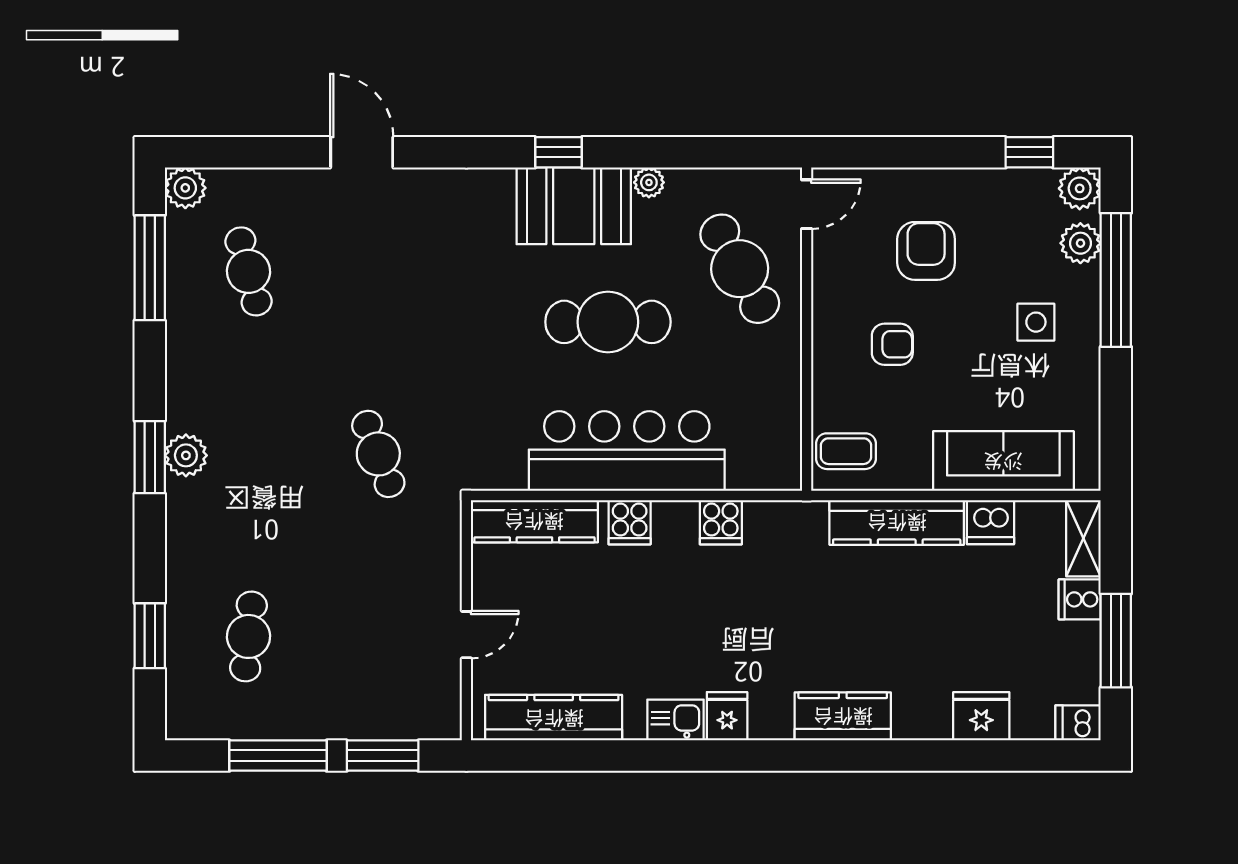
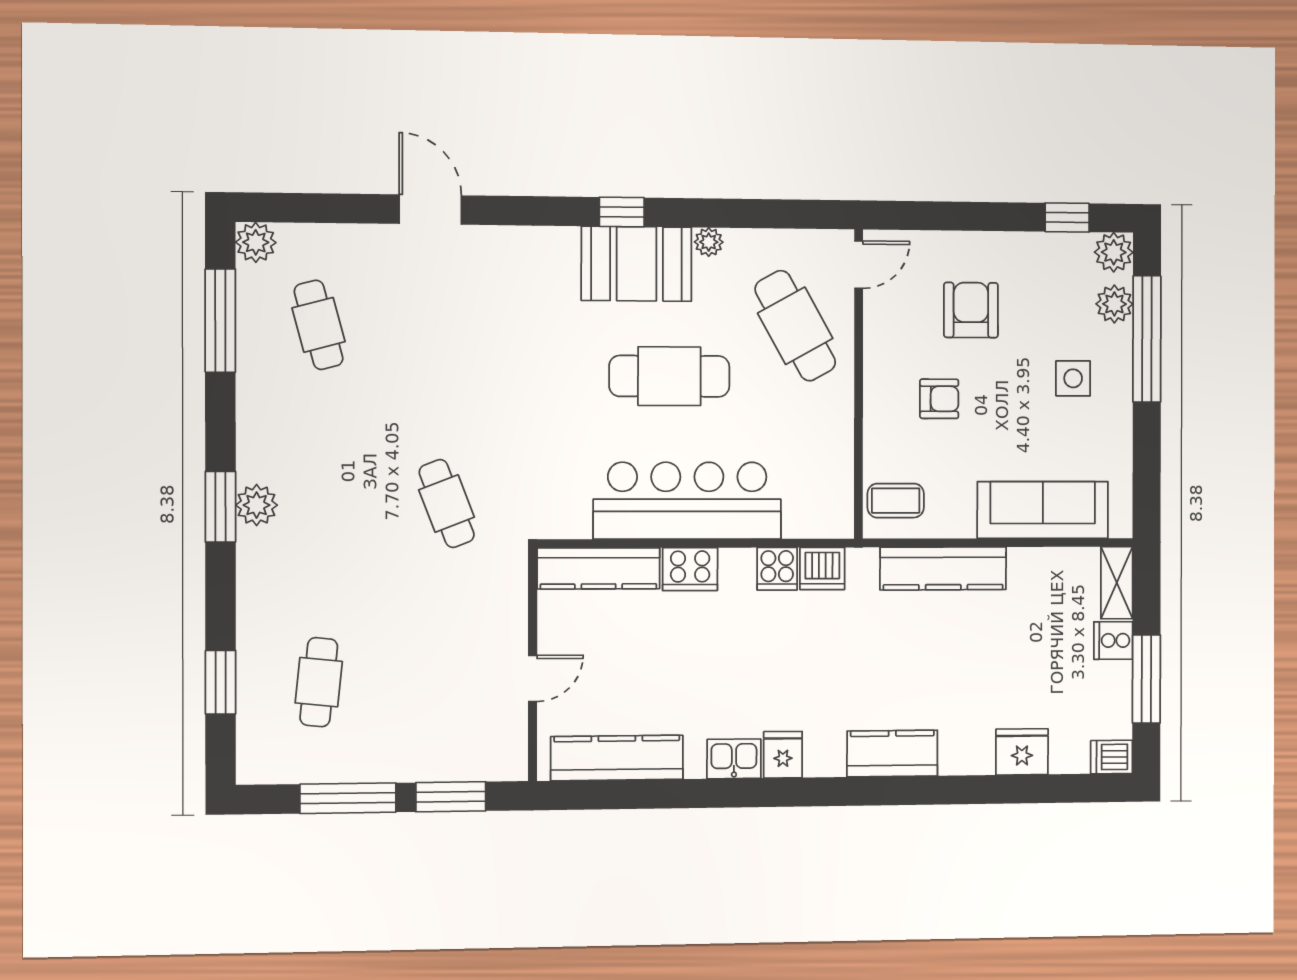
cooker: (630, 522) -> (690, 569), width x1.36
dishwasher: (991, 522) -> (822, 569), moved

